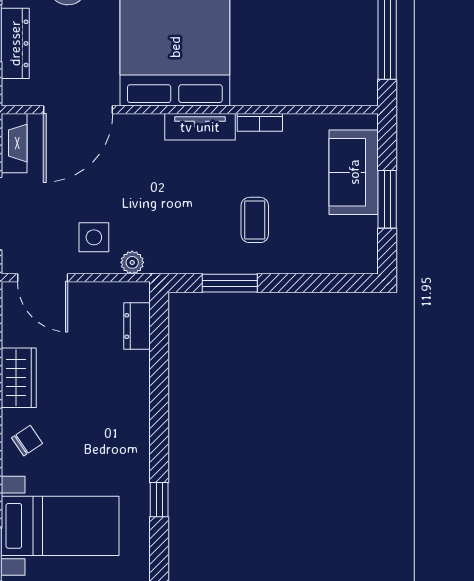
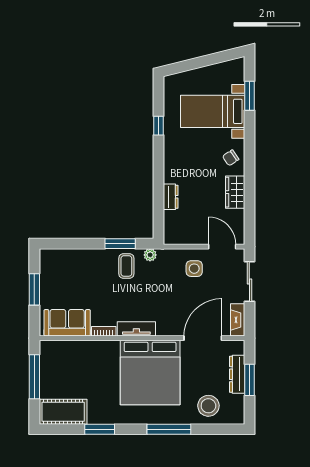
sofa: (354, 172) -> (67, 323), moved, turned -90
coffee table: (255, 220) -> (126, 266), moved
plant: (132, 262) -> (150, 255), moved
dresser: (137, 326) -> (171, 197), moved

